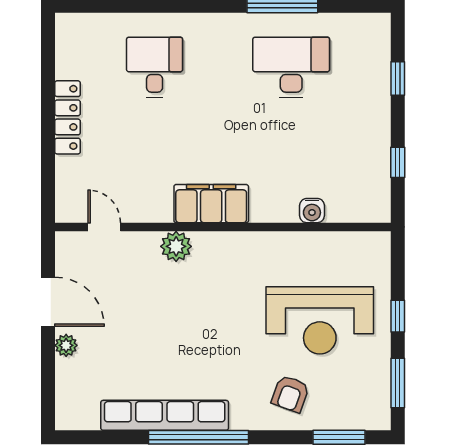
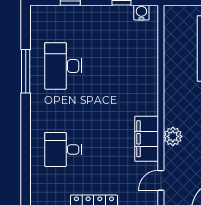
filing cabinet: (211, 204) -> (147, 139), moved
water cooler: (312, 211) -> (141, 13), moved, turned -90

